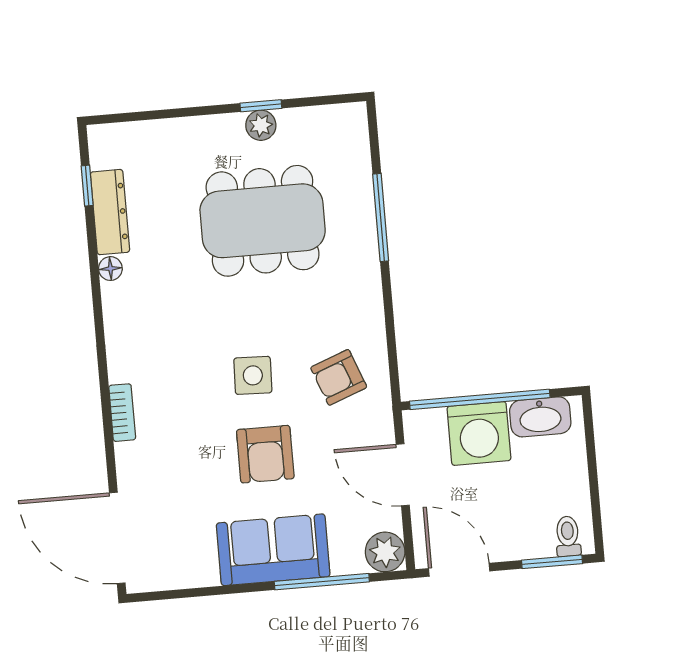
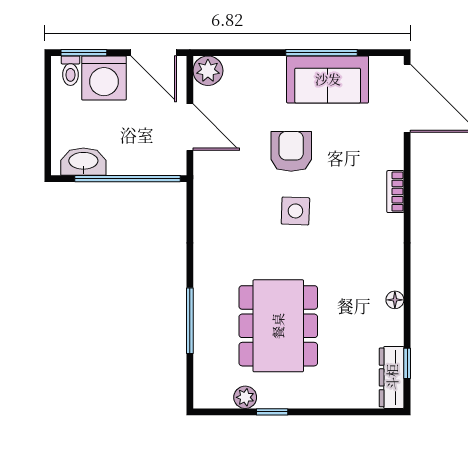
plant: (261, 125) -> (245, 397), moved
dresser: (110, 212) -> (392, 377), moved
dining table: (263, 221) -> (278, 326), turned 90
armchair: (339, 377) -> (231, 204), removed
washing machine: (479, 433) -> (104, 78), moved, turned 180
sofa: (273, 550) -> (328, 79), moved
window: (322, 582) -> (321, 53), moved

